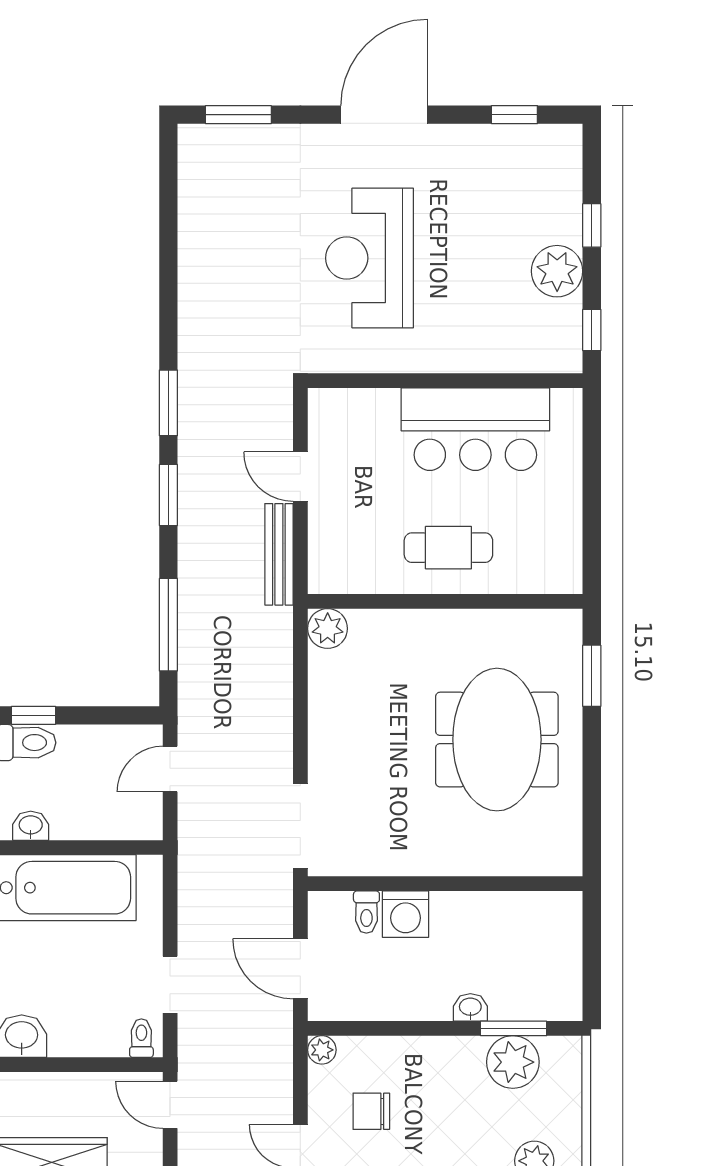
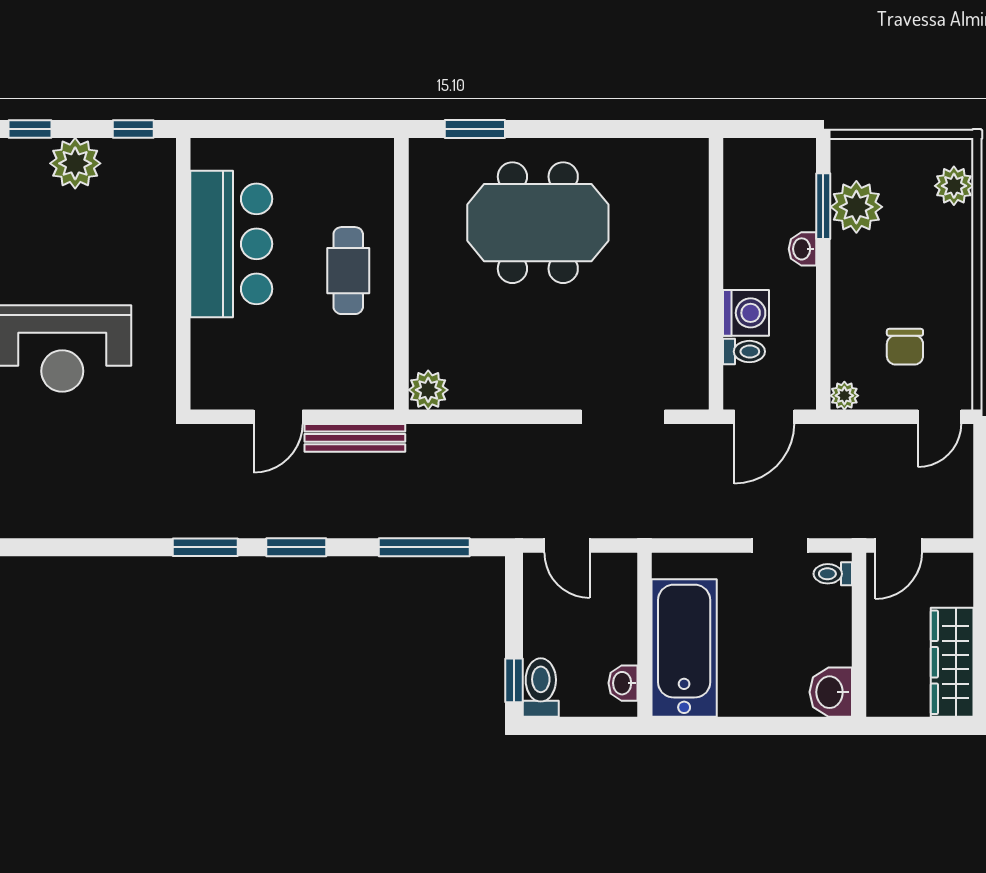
wall: (445, 884) -> (716, 274), moved
toilet: (366, 912) -> (744, 352), moved
washing machine: (406, 914) -> (746, 313), moved

